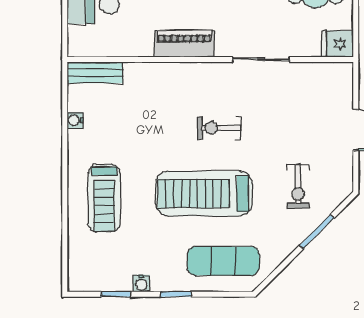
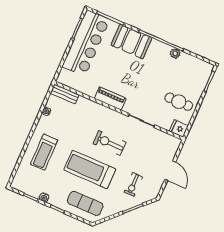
exercise bike: (219, 128) -> (109, 143), width x1.38, depth x1.39

